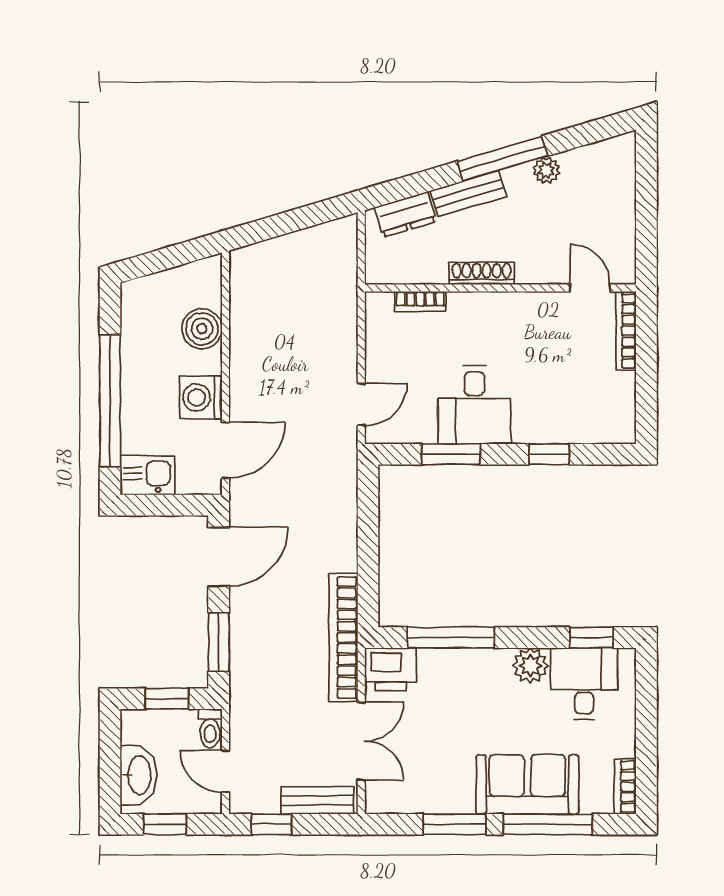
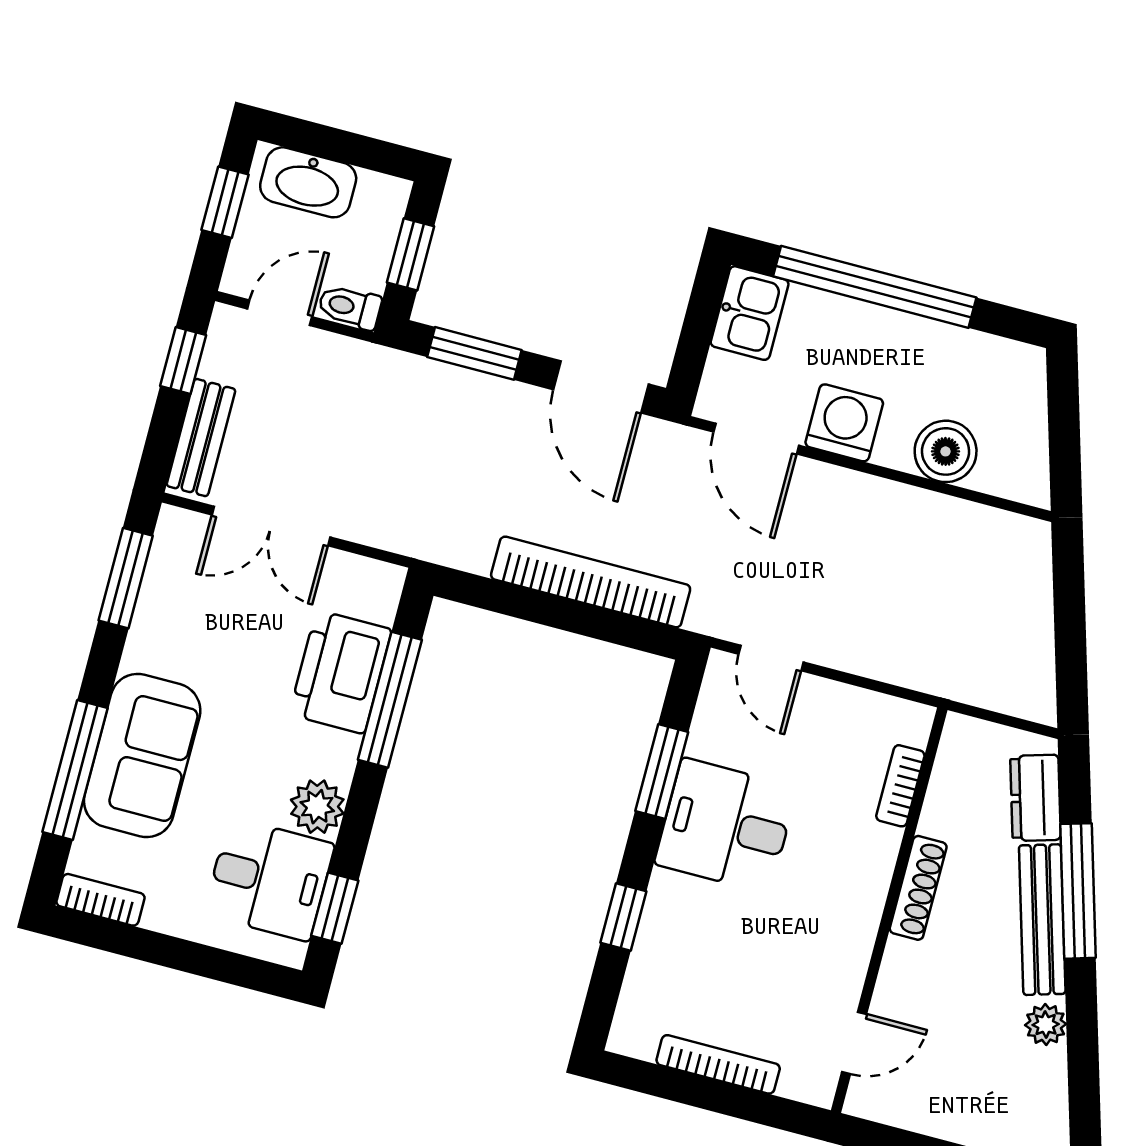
window: (502, 159) -> (1078, 891), moved
bench: (468, 194) -> (1042, 920), width x1.36
bookcase: (626, 331) -> (718, 1064), moved
bookcase: (343, 637) -> (591, 582), moved
printer: (391, 669) -> (340, 672), moved, width x1.37, depth x1.19
window: (455, 824) -> (126, 578), moved

